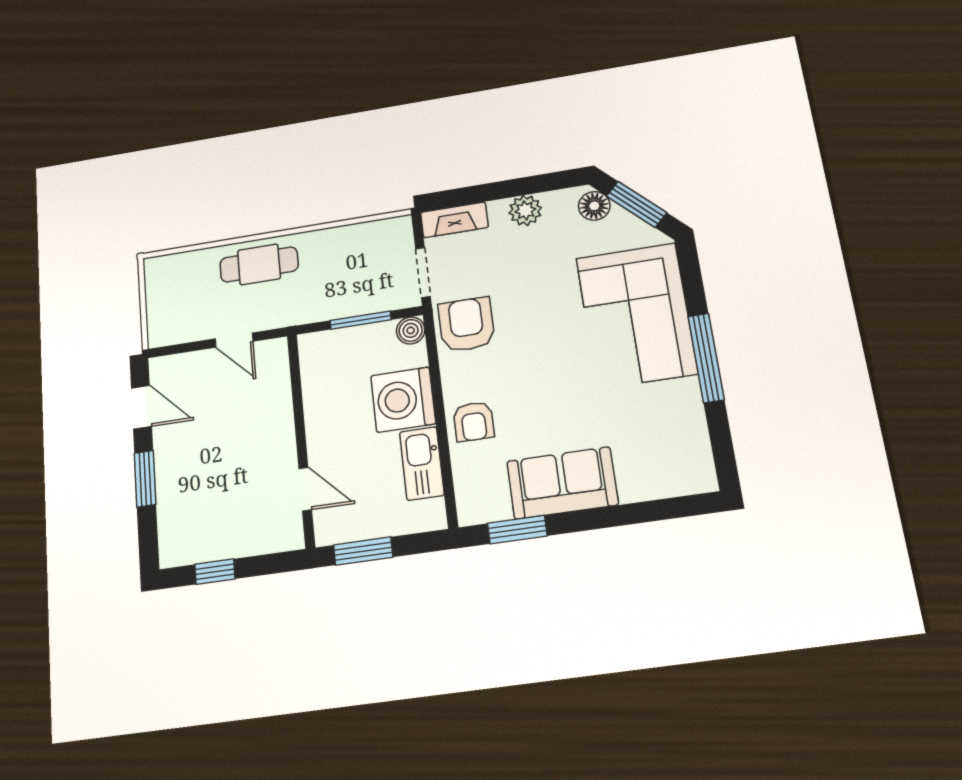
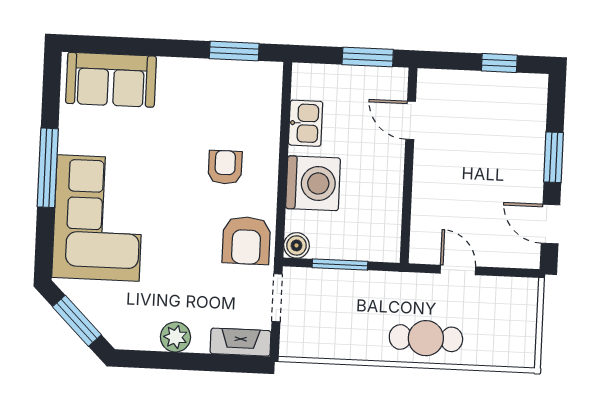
floor lamp: (594, 206) -> (114, 328), removed
armchair: (474, 422) -> (225, 167), moved
kitchen sink: (422, 463) -> (306, 123), width x0.73
sofa: (562, 483) -> (111, 80), moved

